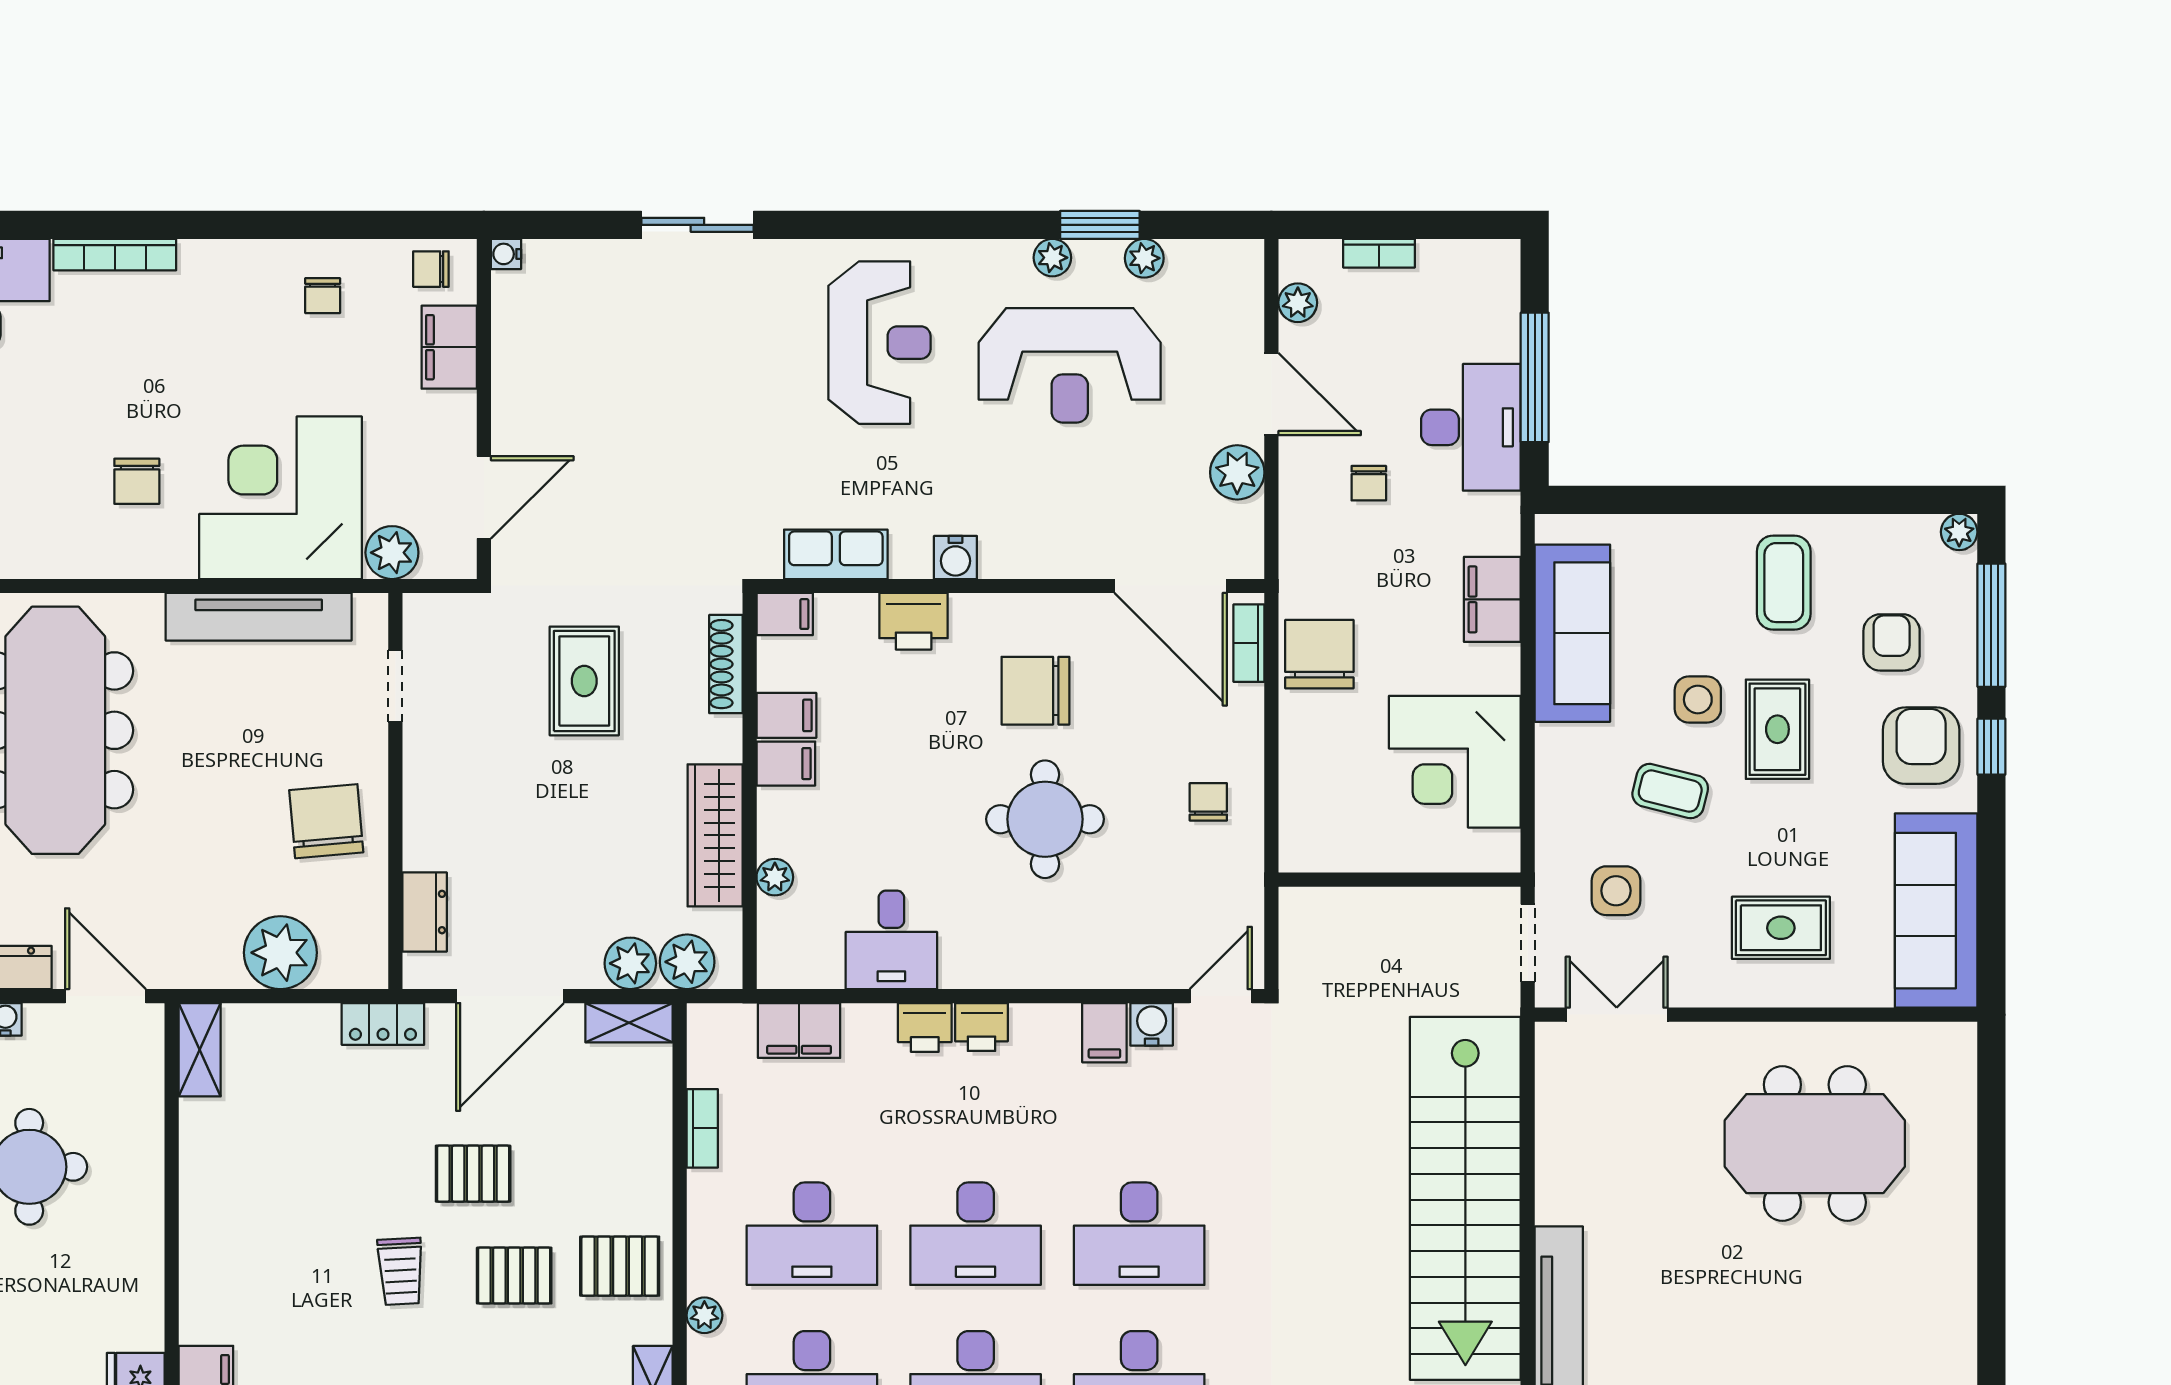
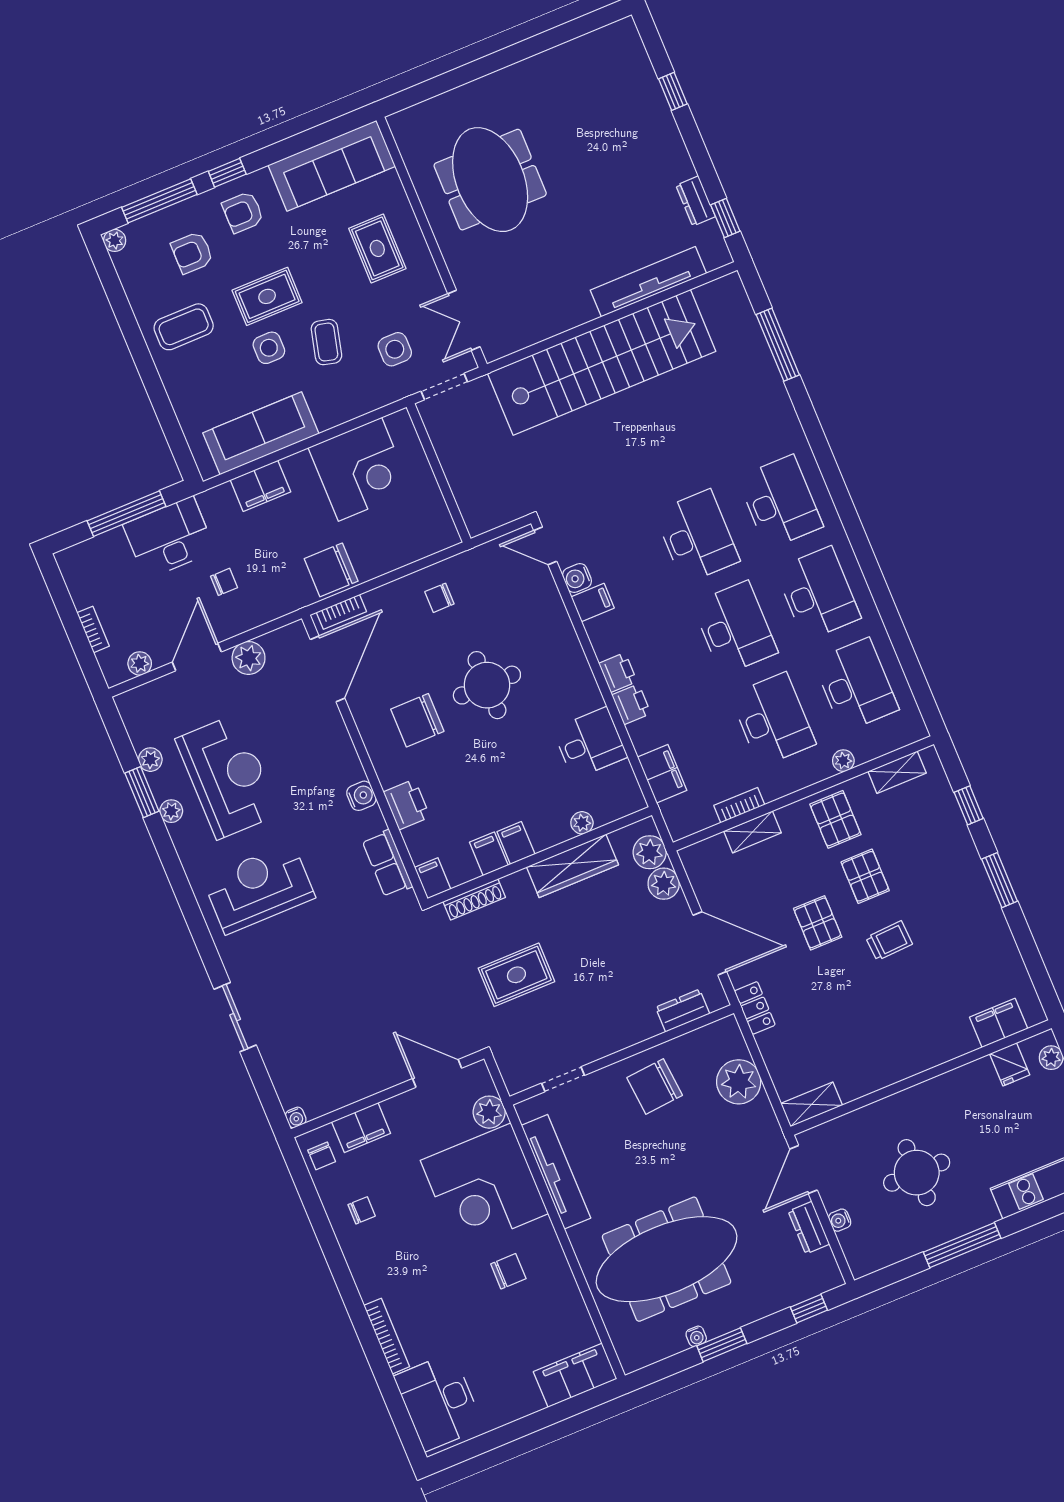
chair: (1035, 691) -> (417, 720), turned 90
armchair: (1921, 746) -> (243, 212), width x0.72, depth x0.72
shelving: (629, 1023) -> (753, 832), moved, turned 90

